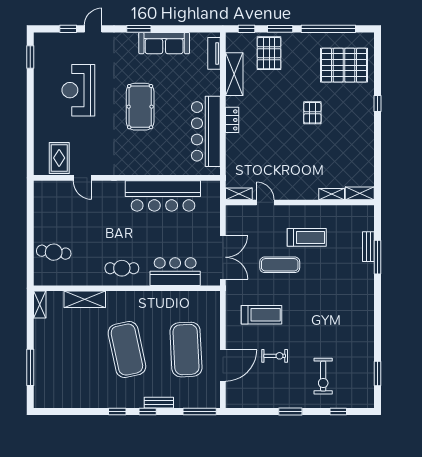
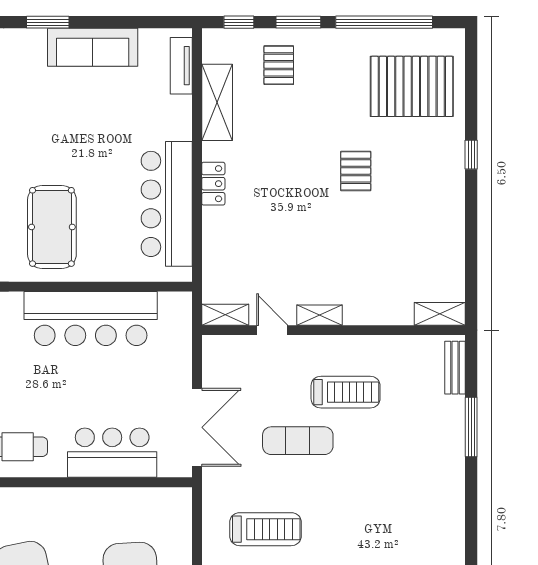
pallet: (269, 53) -> (279, 65), width x0.67, depth x0.71
pool table: (140, 107) -> (52, 227), moved
shelving: (332, 194) -> (319, 315), moved
bench: (368, 247) -> (455, 368), moved

